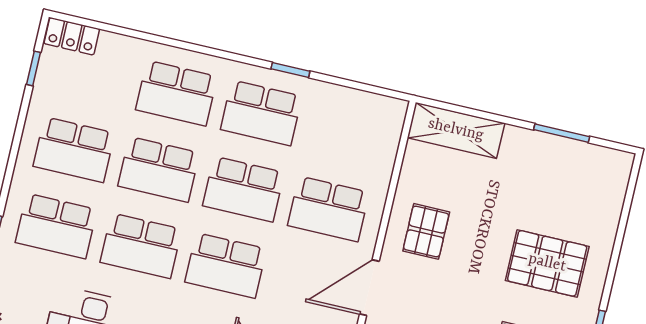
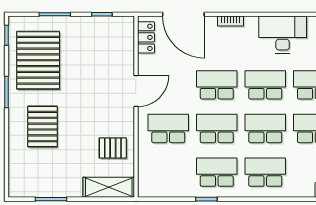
pallet: (426, 231) -> (113, 148), moved, turned 90
pallet: (547, 263) -> (42, 127), turned 90

